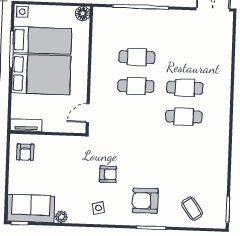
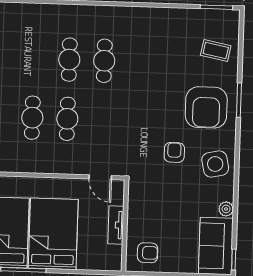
tv unit: (26, 125) -> (116, 225), moved
armchair: (145, 201) -> (206, 107), width x1.36, depth x1.36
side table: (98, 208) -> (215, 164), width x1.87, depth x1.87
coffee table: (192, 209) -> (216, 50), turned 46

